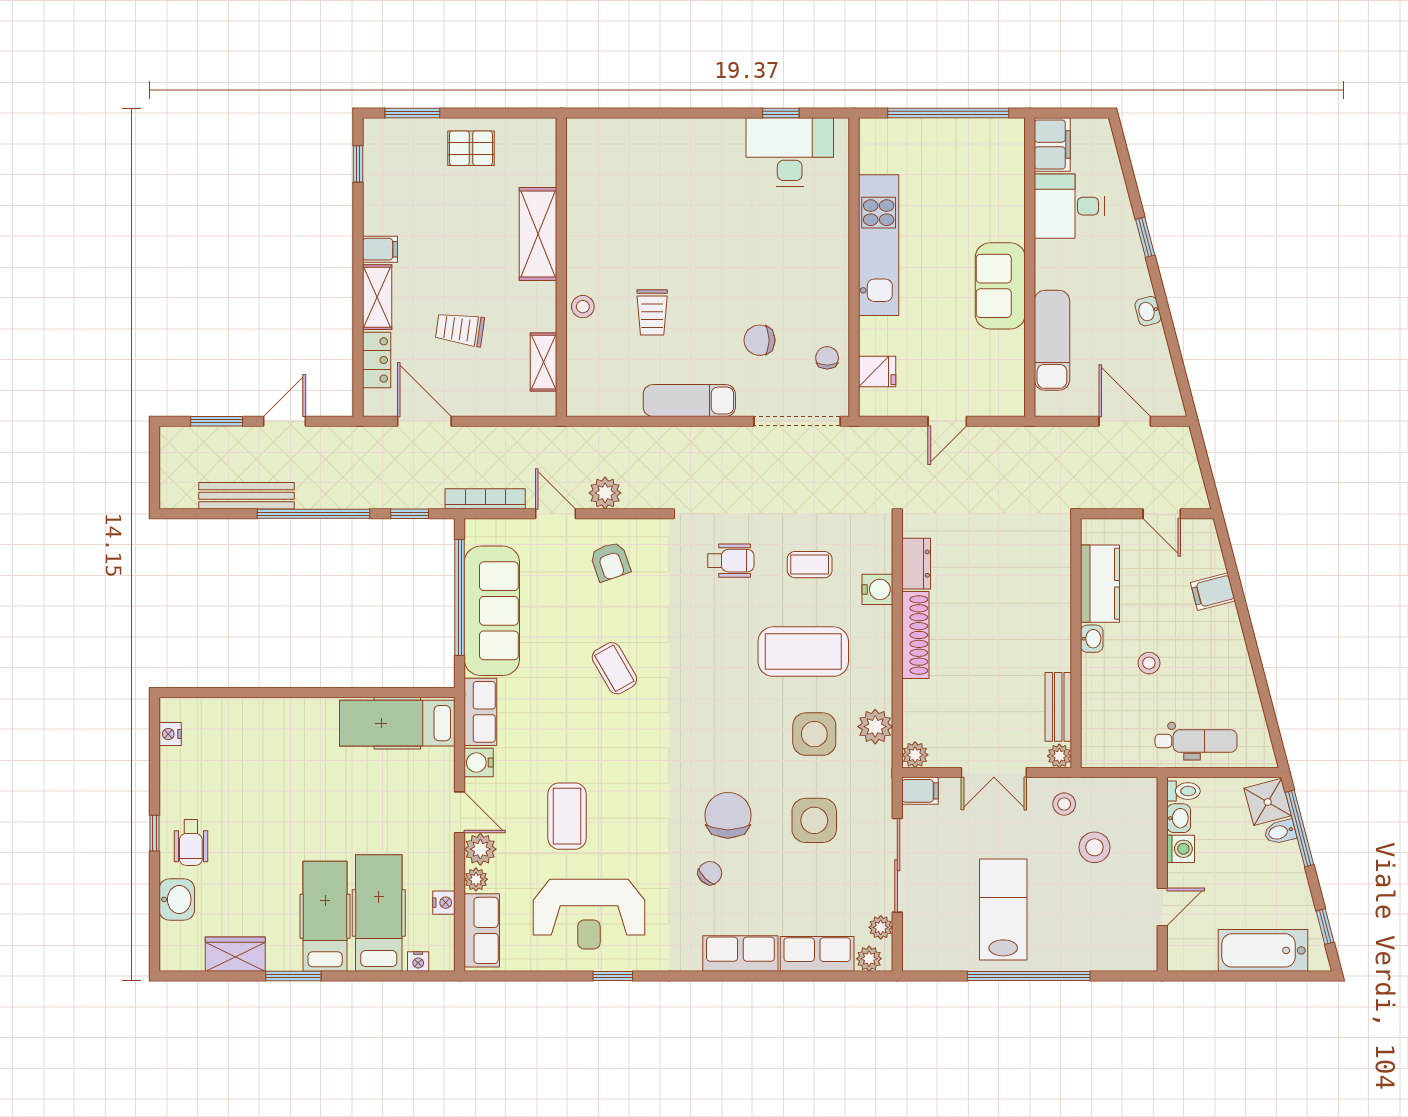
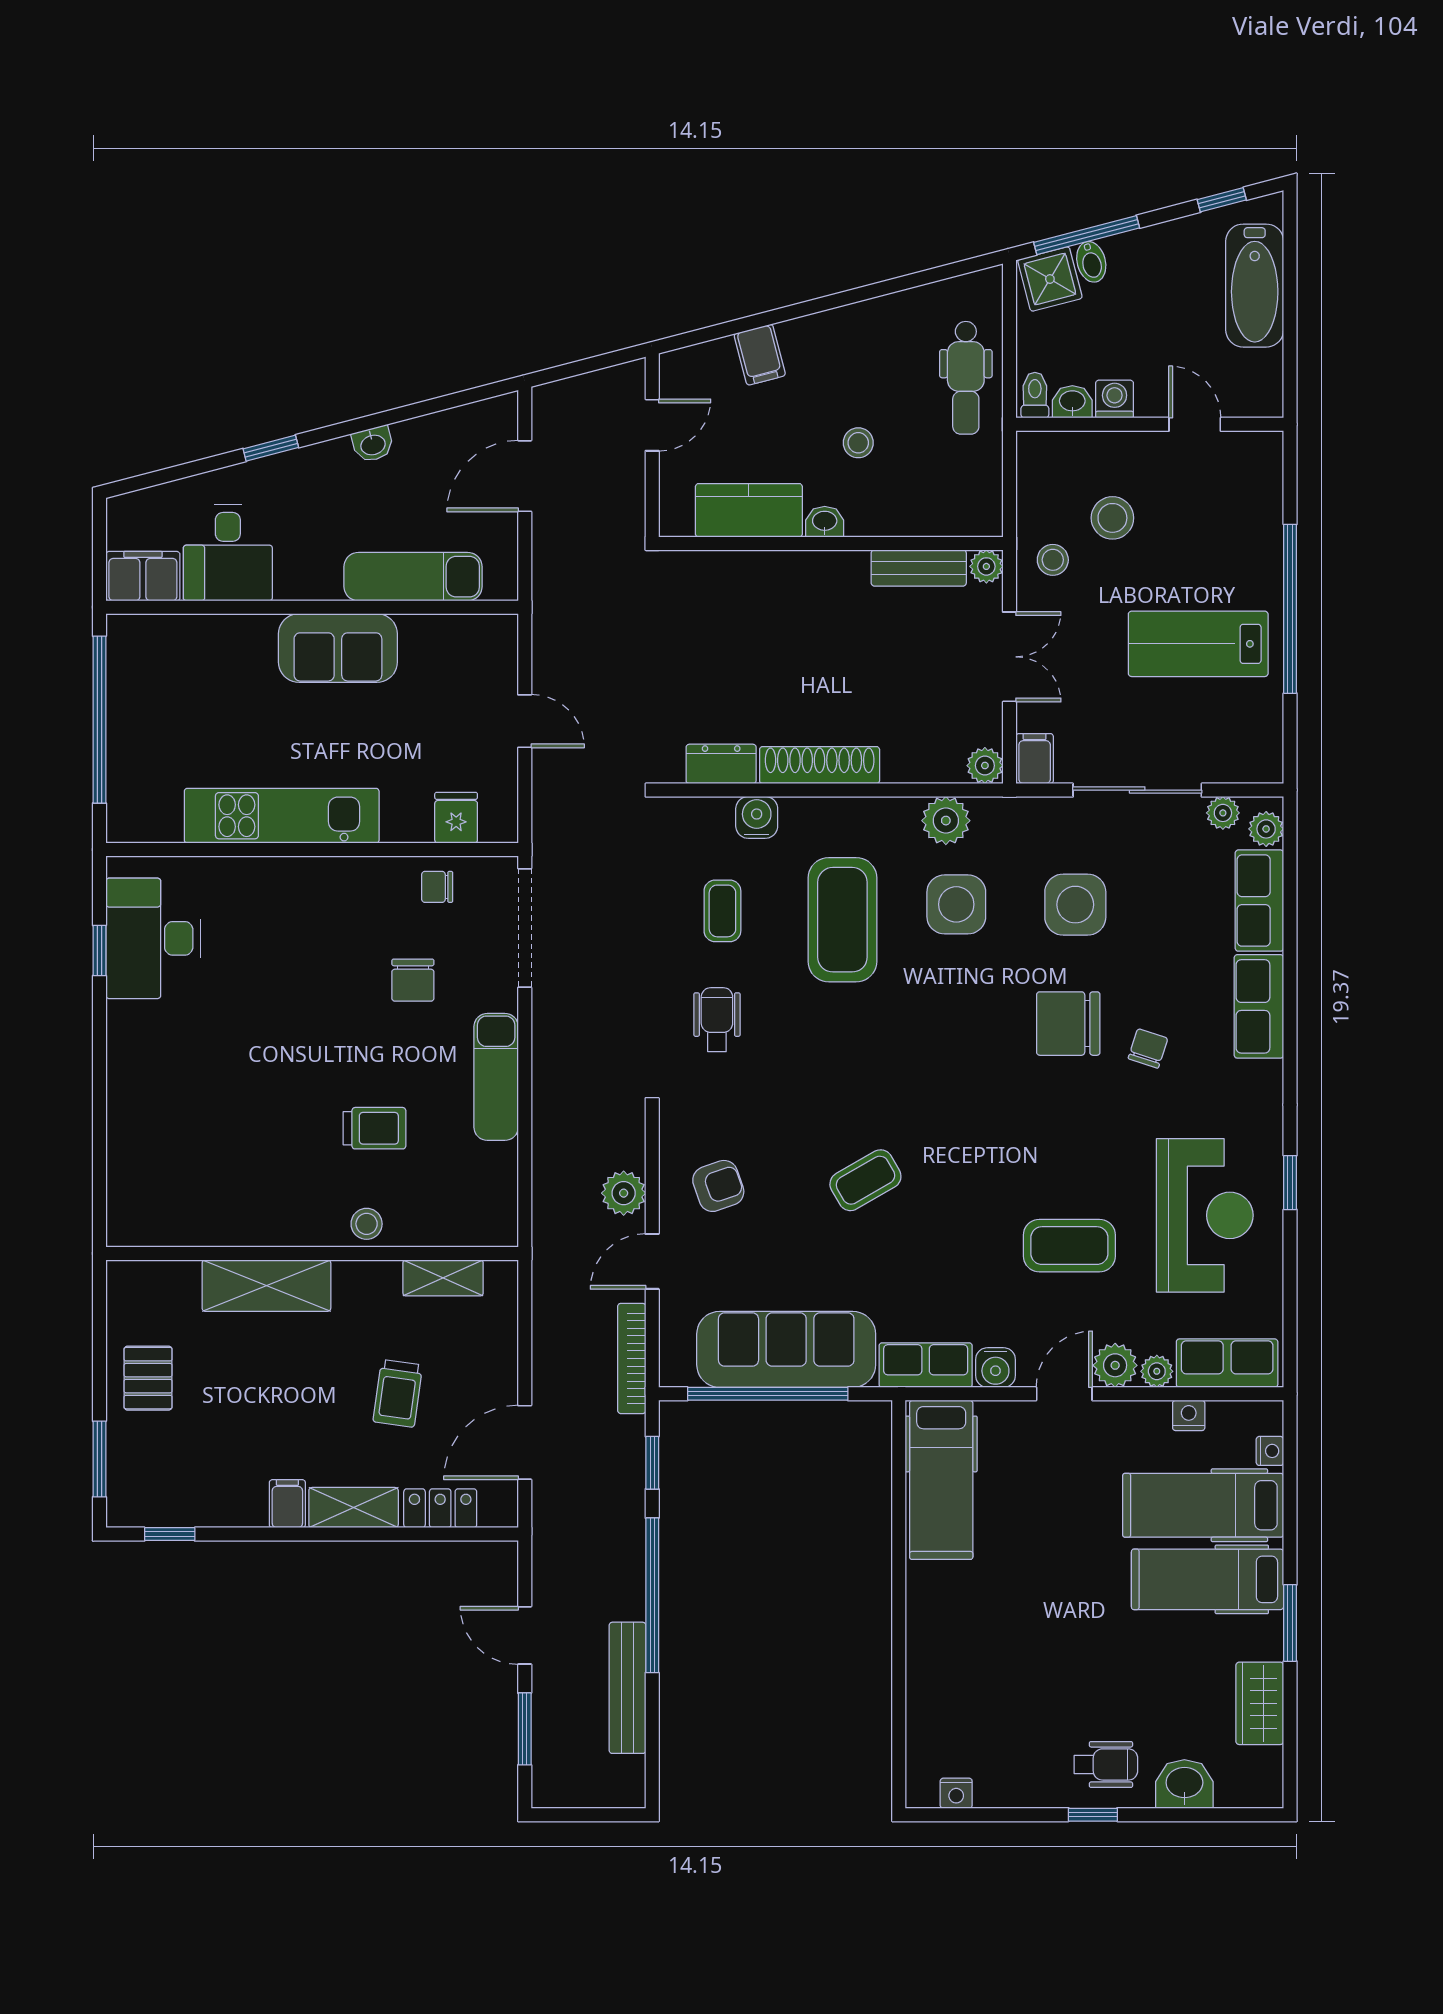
dental chair: (1196, 741) -> (966, 378), turned 180
chair: (710, 873) -> (1148, 1048), turned 64

